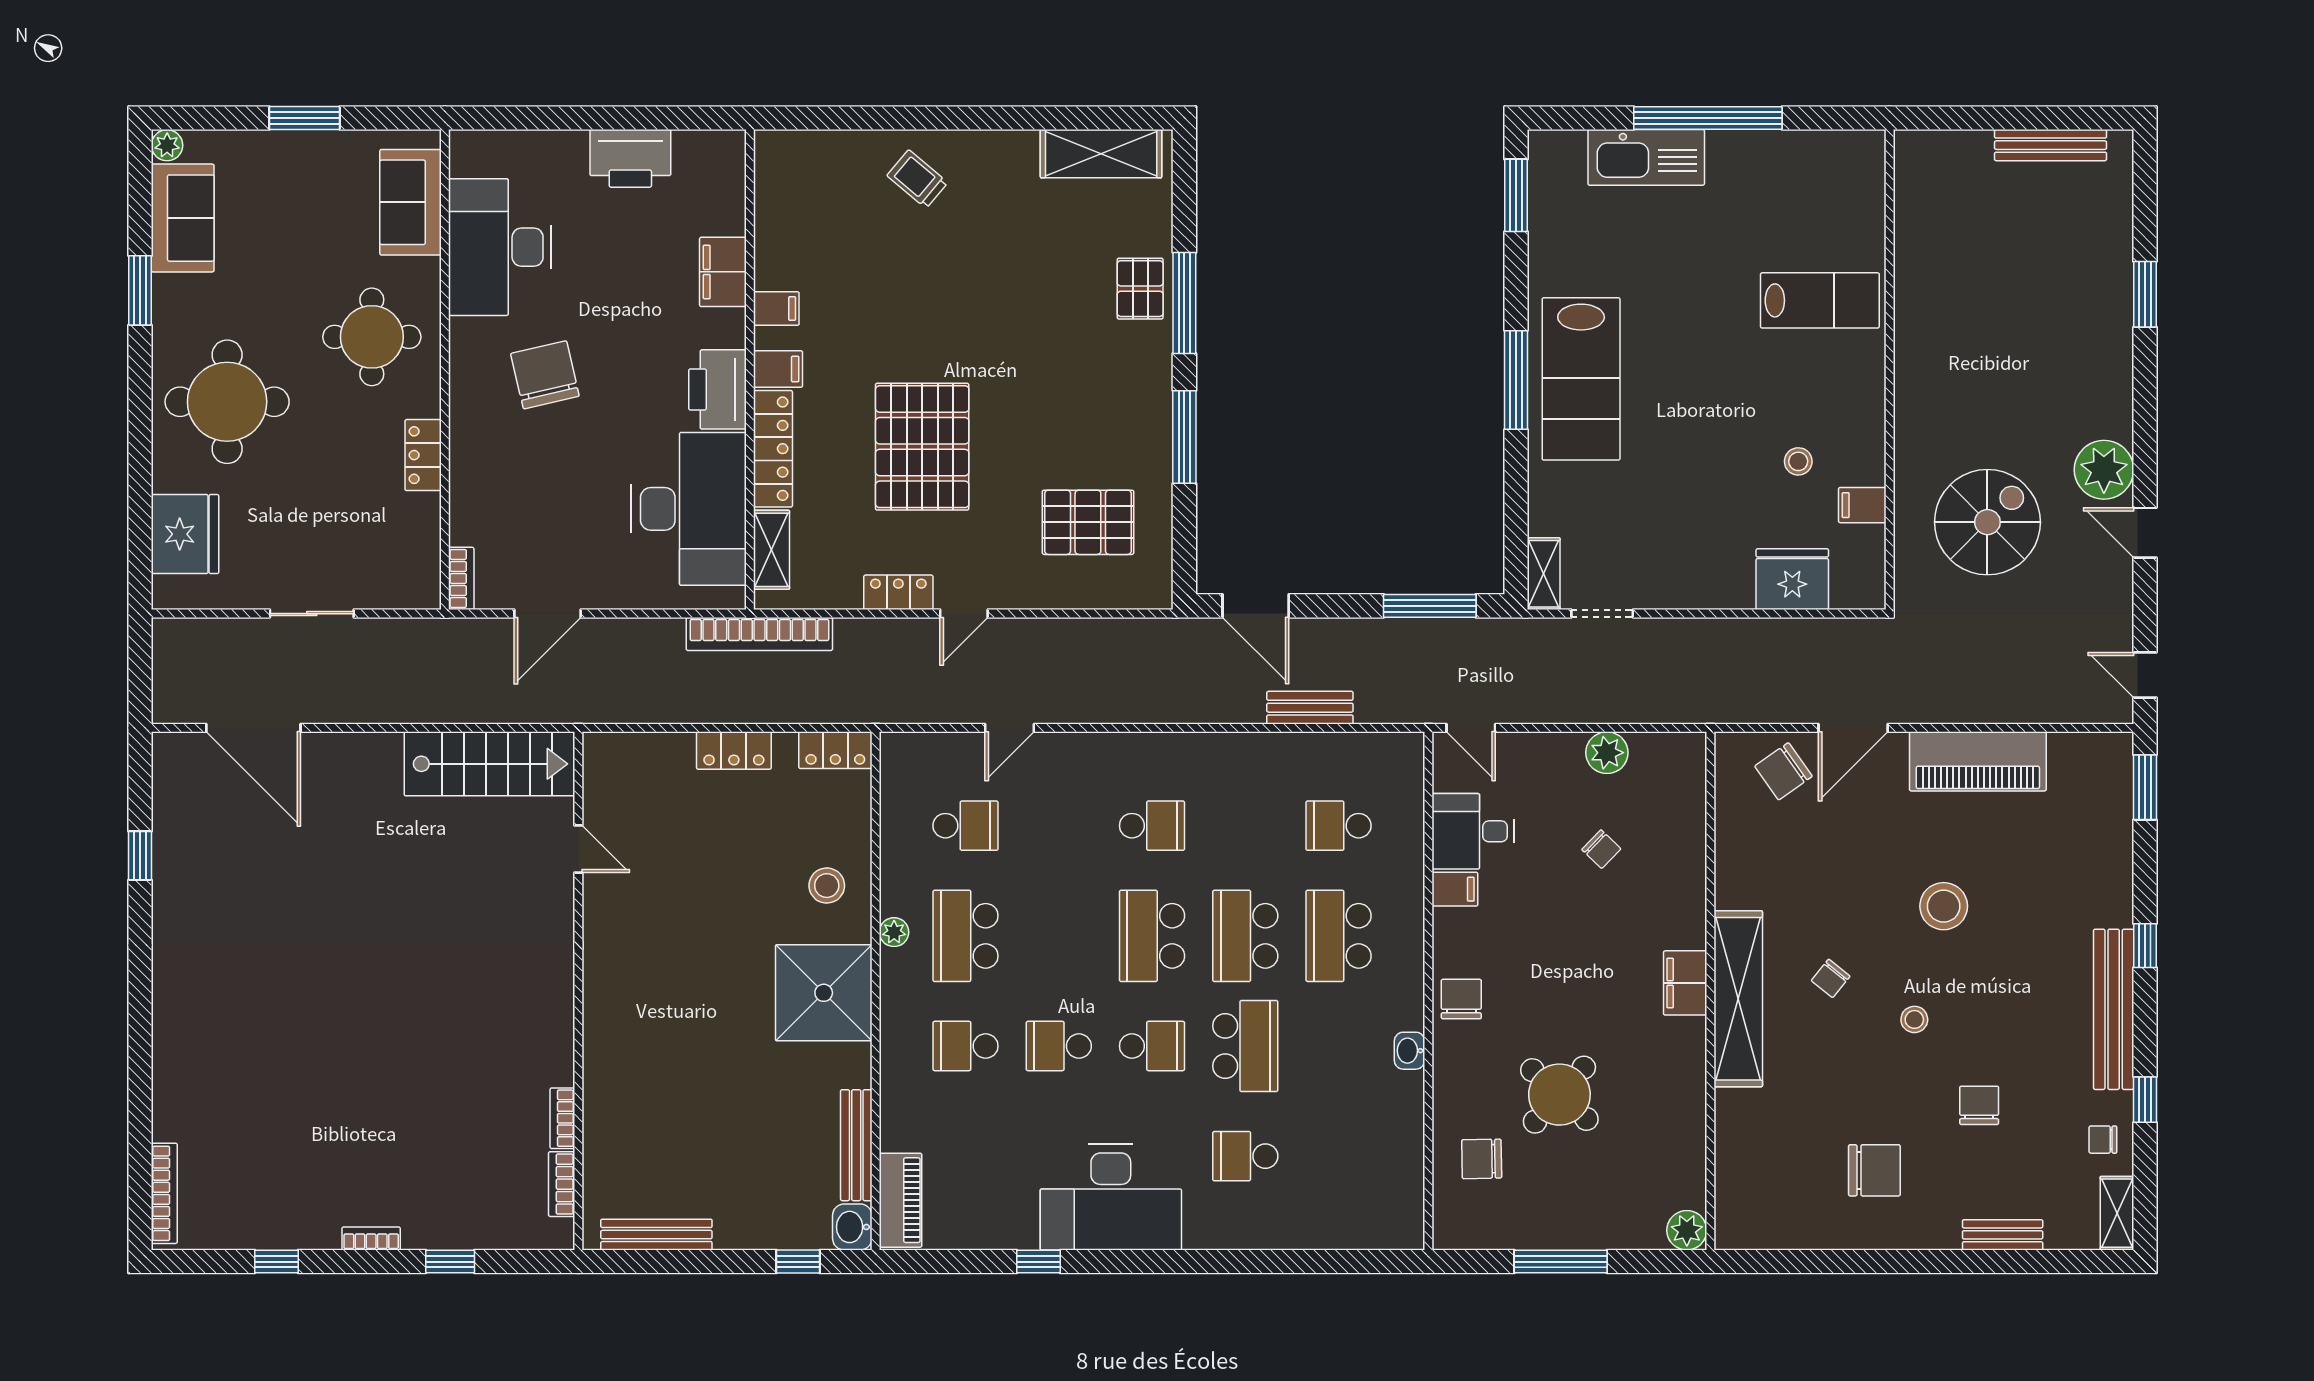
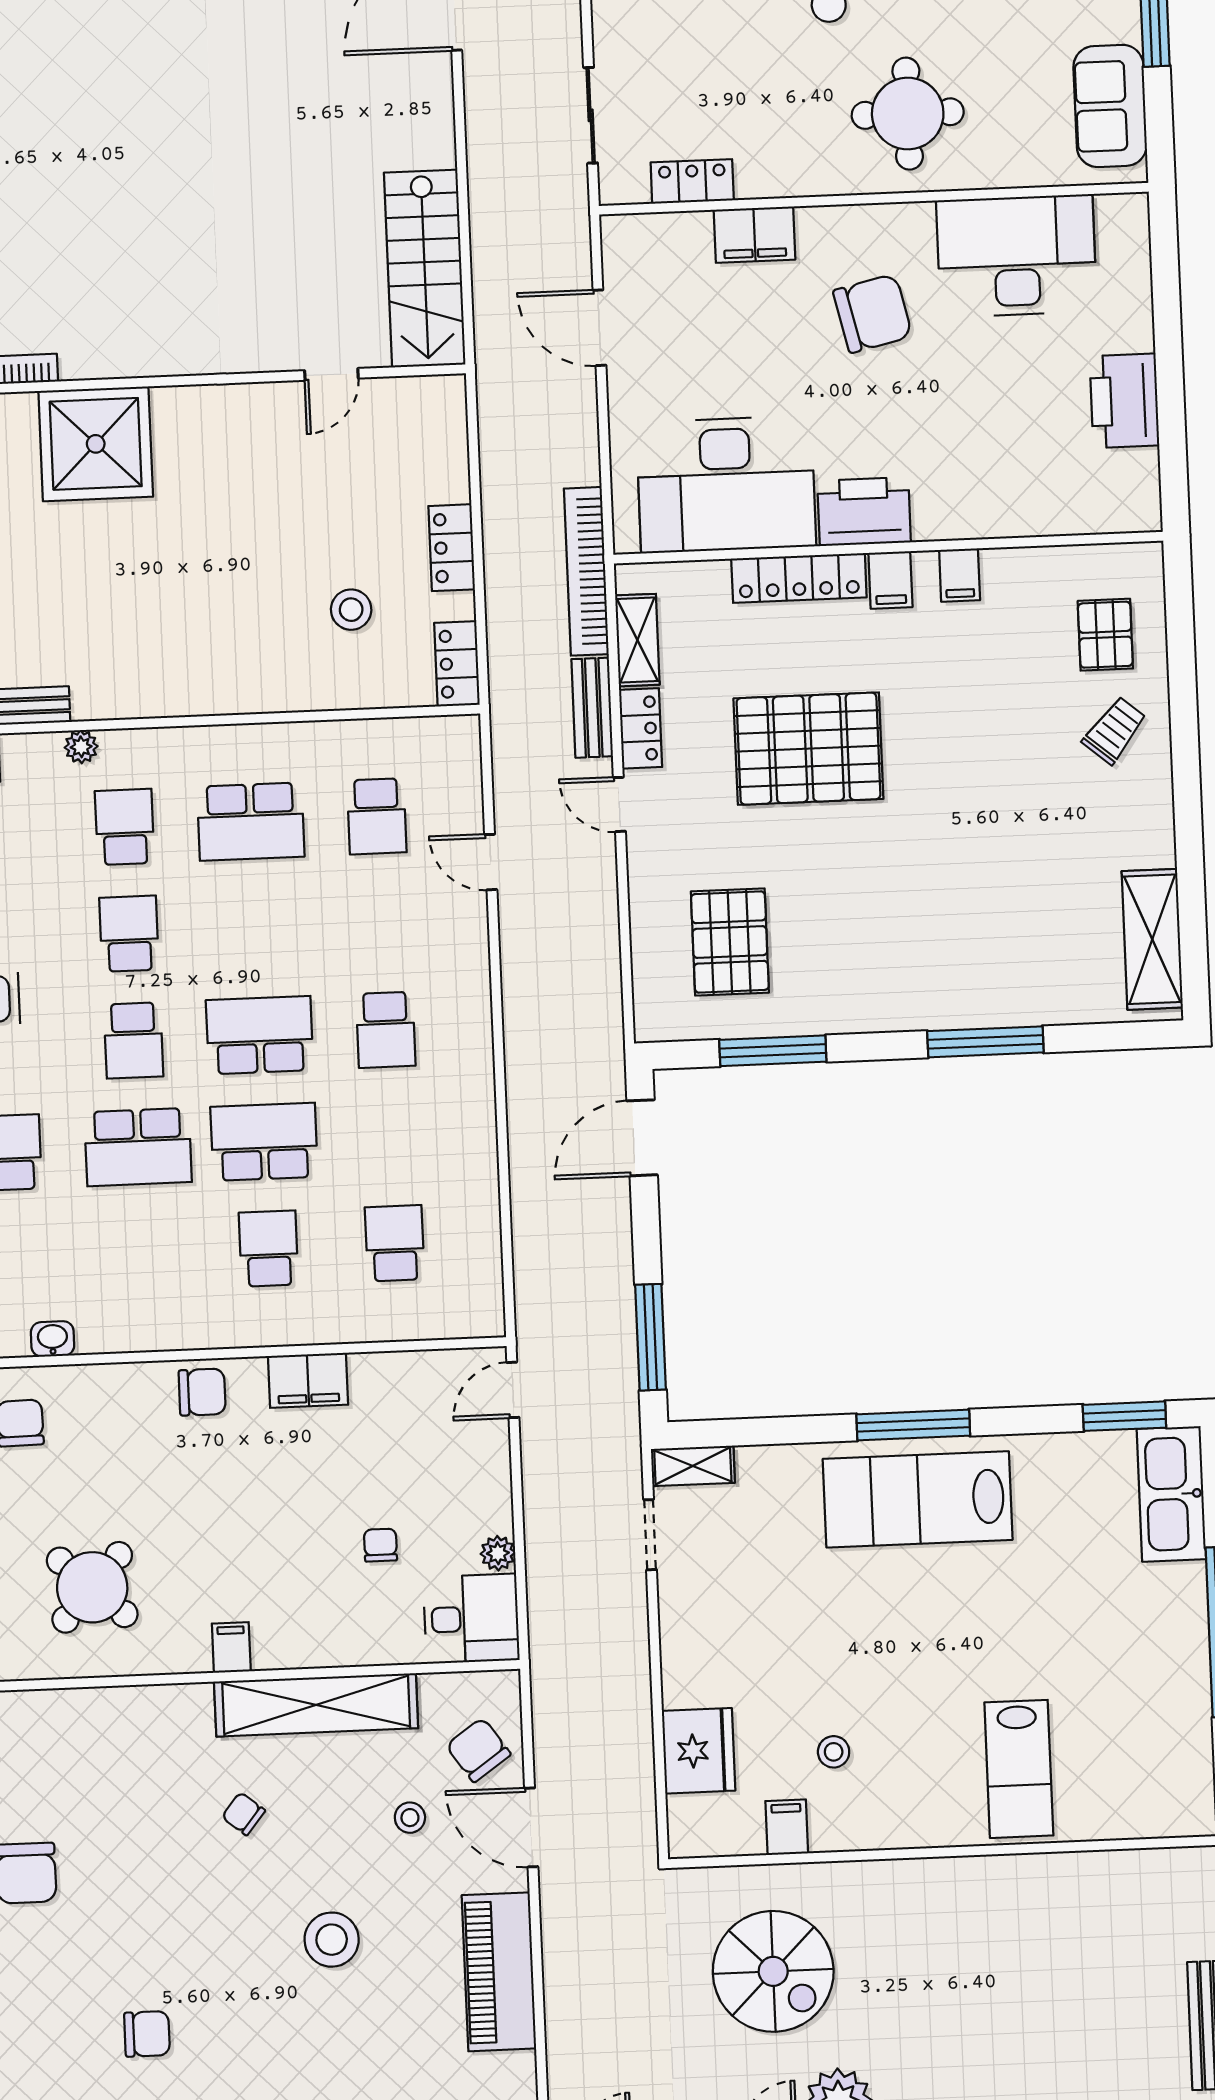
kitchen sink: (1646, 157) -> (1171, 1494), moved
sofa: (411, 202) -> (1110, 106), moved, turned -90
filing cabinet: (723, 272) -> (754, 235), moved, turned 180
pallet: (1140, 289) -> (1105, 635), moved, turned 90
window: (1184, 437) -> (773, 1051), moved
locker: (423, 455) -> (692, 181), moved
shelving: (772, 550) -> (637, 640), moved, turned 90
bookcase: (461, 578) -> (635, 227), removed
sliding door: (312, 614) -> (591, 115), moved
bench: (1310, 708) -> (592, 708), moved
plant: (1607, 753) -> (498, 1553), width x0.73, depth x0.73
desk: (1473, 831) -> (471, 1619), moved, turned 90
chair: (1601, 849) -> (380, 1545), turned 136
stool: (827, 886) -> (351, 610), moved
filing cabinet: (1455, 889) -> (308, 1380), width x2.00
plant: (894, 932) -> (81, 747), moved
school desk: (965, 936) -> (251, 822), turned 180
school desk: (1339, 936) -> (269, 1249), width x0.54
filing cabinet: (1685, 983) -> (231, 1647), width x0.50
shower: (824, 993) -> (96, 444), moved
shelving: (1738, 999) -> (316, 1705), moved
stool: (1914, 1019) -> (410, 1818), moved
washbasin: (1409, 1051) -> (53, 1339), moved
round table: (1559, 1095) -> (92, 1587), moved
chair: (1979, 1105) -> (147, 2034), moved

